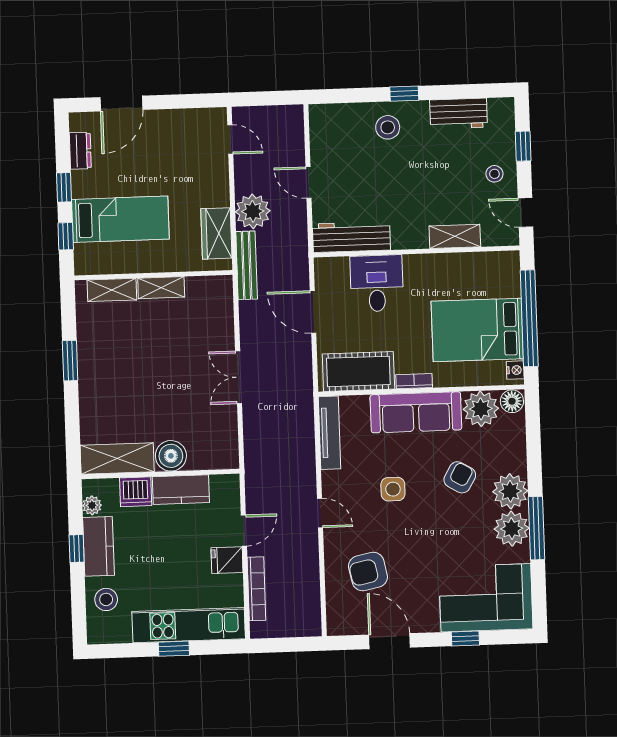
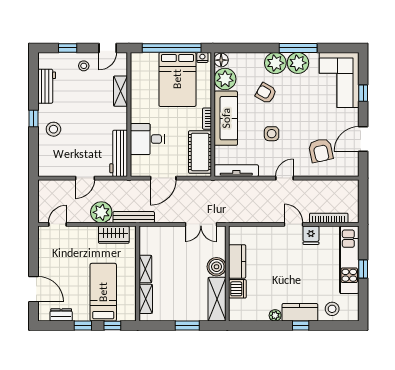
boiler: (171, 456) -> (217, 267), moved
shelving: (117, 458) -> (217, 299), moved
wall: (160, 474) -> (227, 274), moved
kitchen counter: (181, 490) -> (237, 261), moved
dishwasher: (136, 492) -> (237, 289), moved

